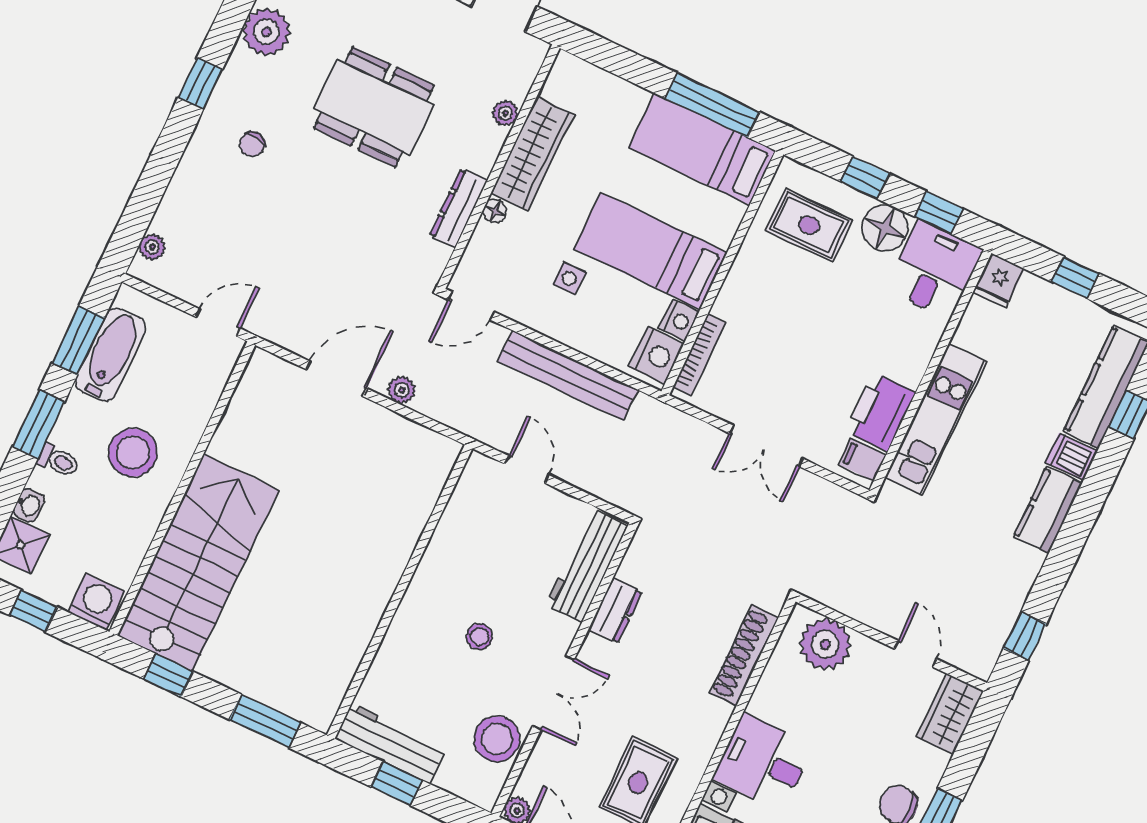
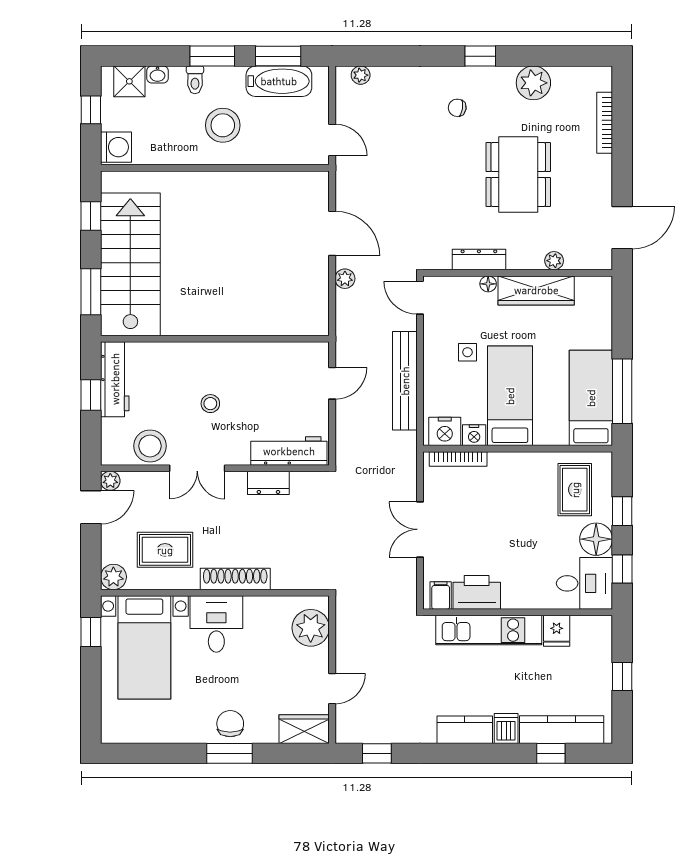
fridge: (999, 281) -> (557, 631), moved, turned -90
stairs: (198, 563) -> (130, 264), moved, turned -90
shoe rack: (744, 655) -> (235, 579), moved

